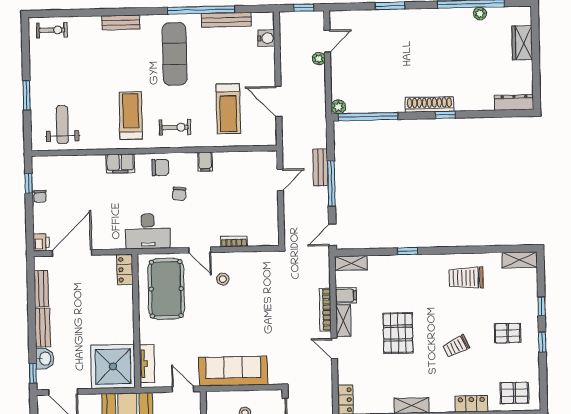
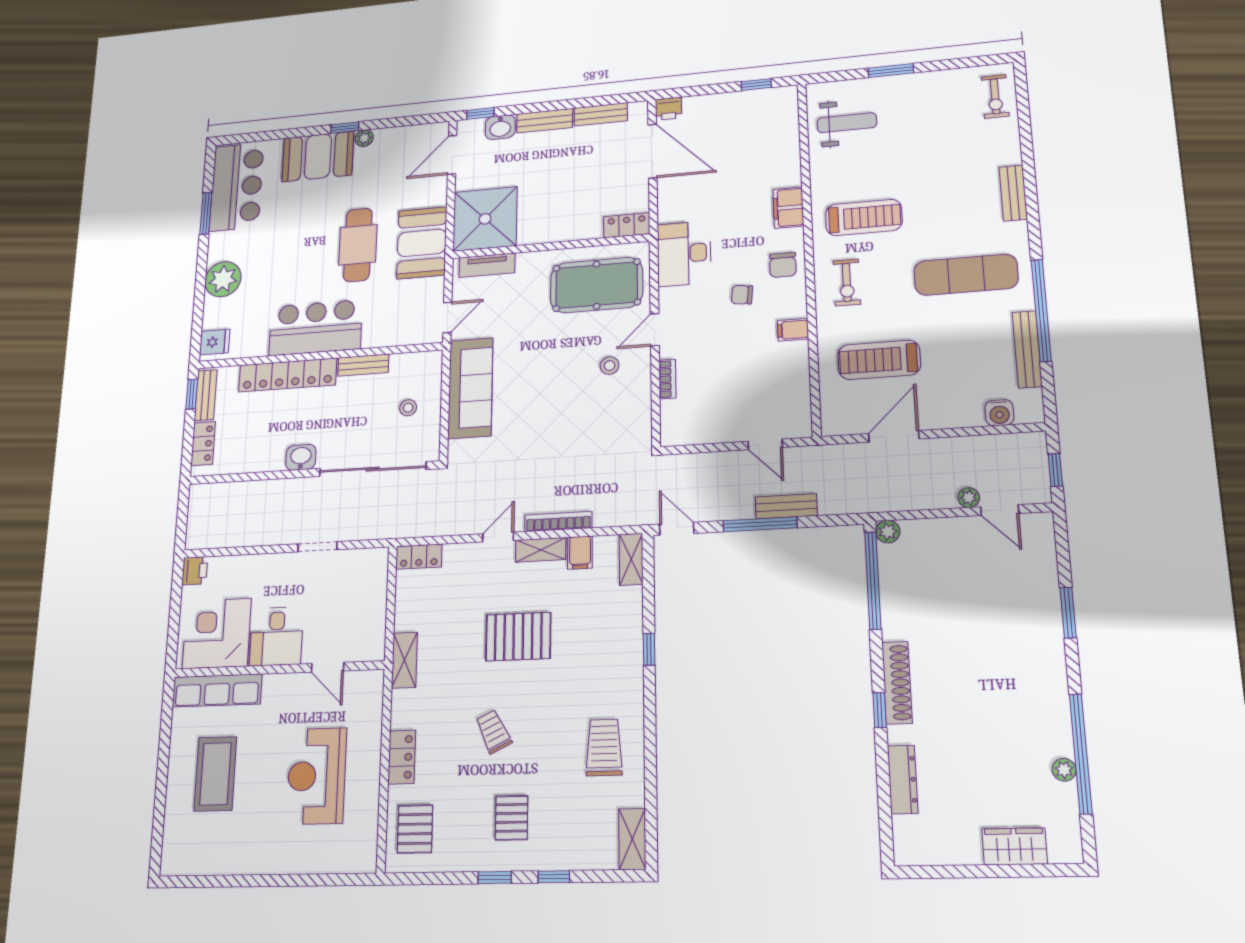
dresser: (514, 102) -> (903, 779), moved
chair: (40, 196) -> (737, 101), removed

